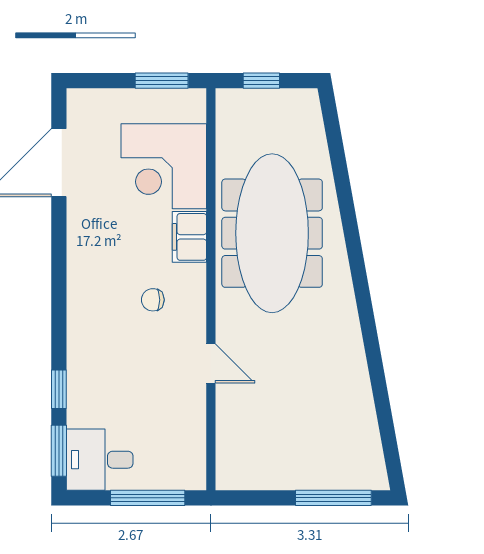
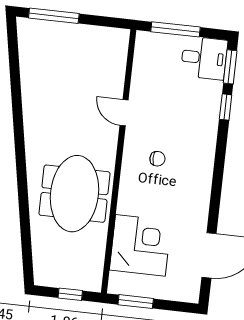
meeting table: (272, 233) -> (74, 194), width x0.73
filing cabinet: (189, 237) -> (129, 197), removed

